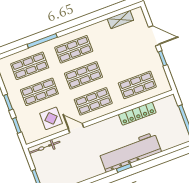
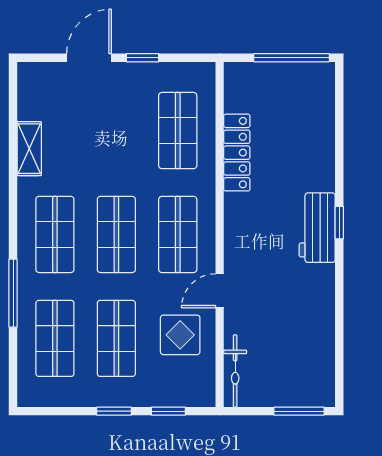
shelving: (120, 19) -> (29, 149), moved
workbench: (130, 152) -> (317, 228), width x0.53, depth x0.76

